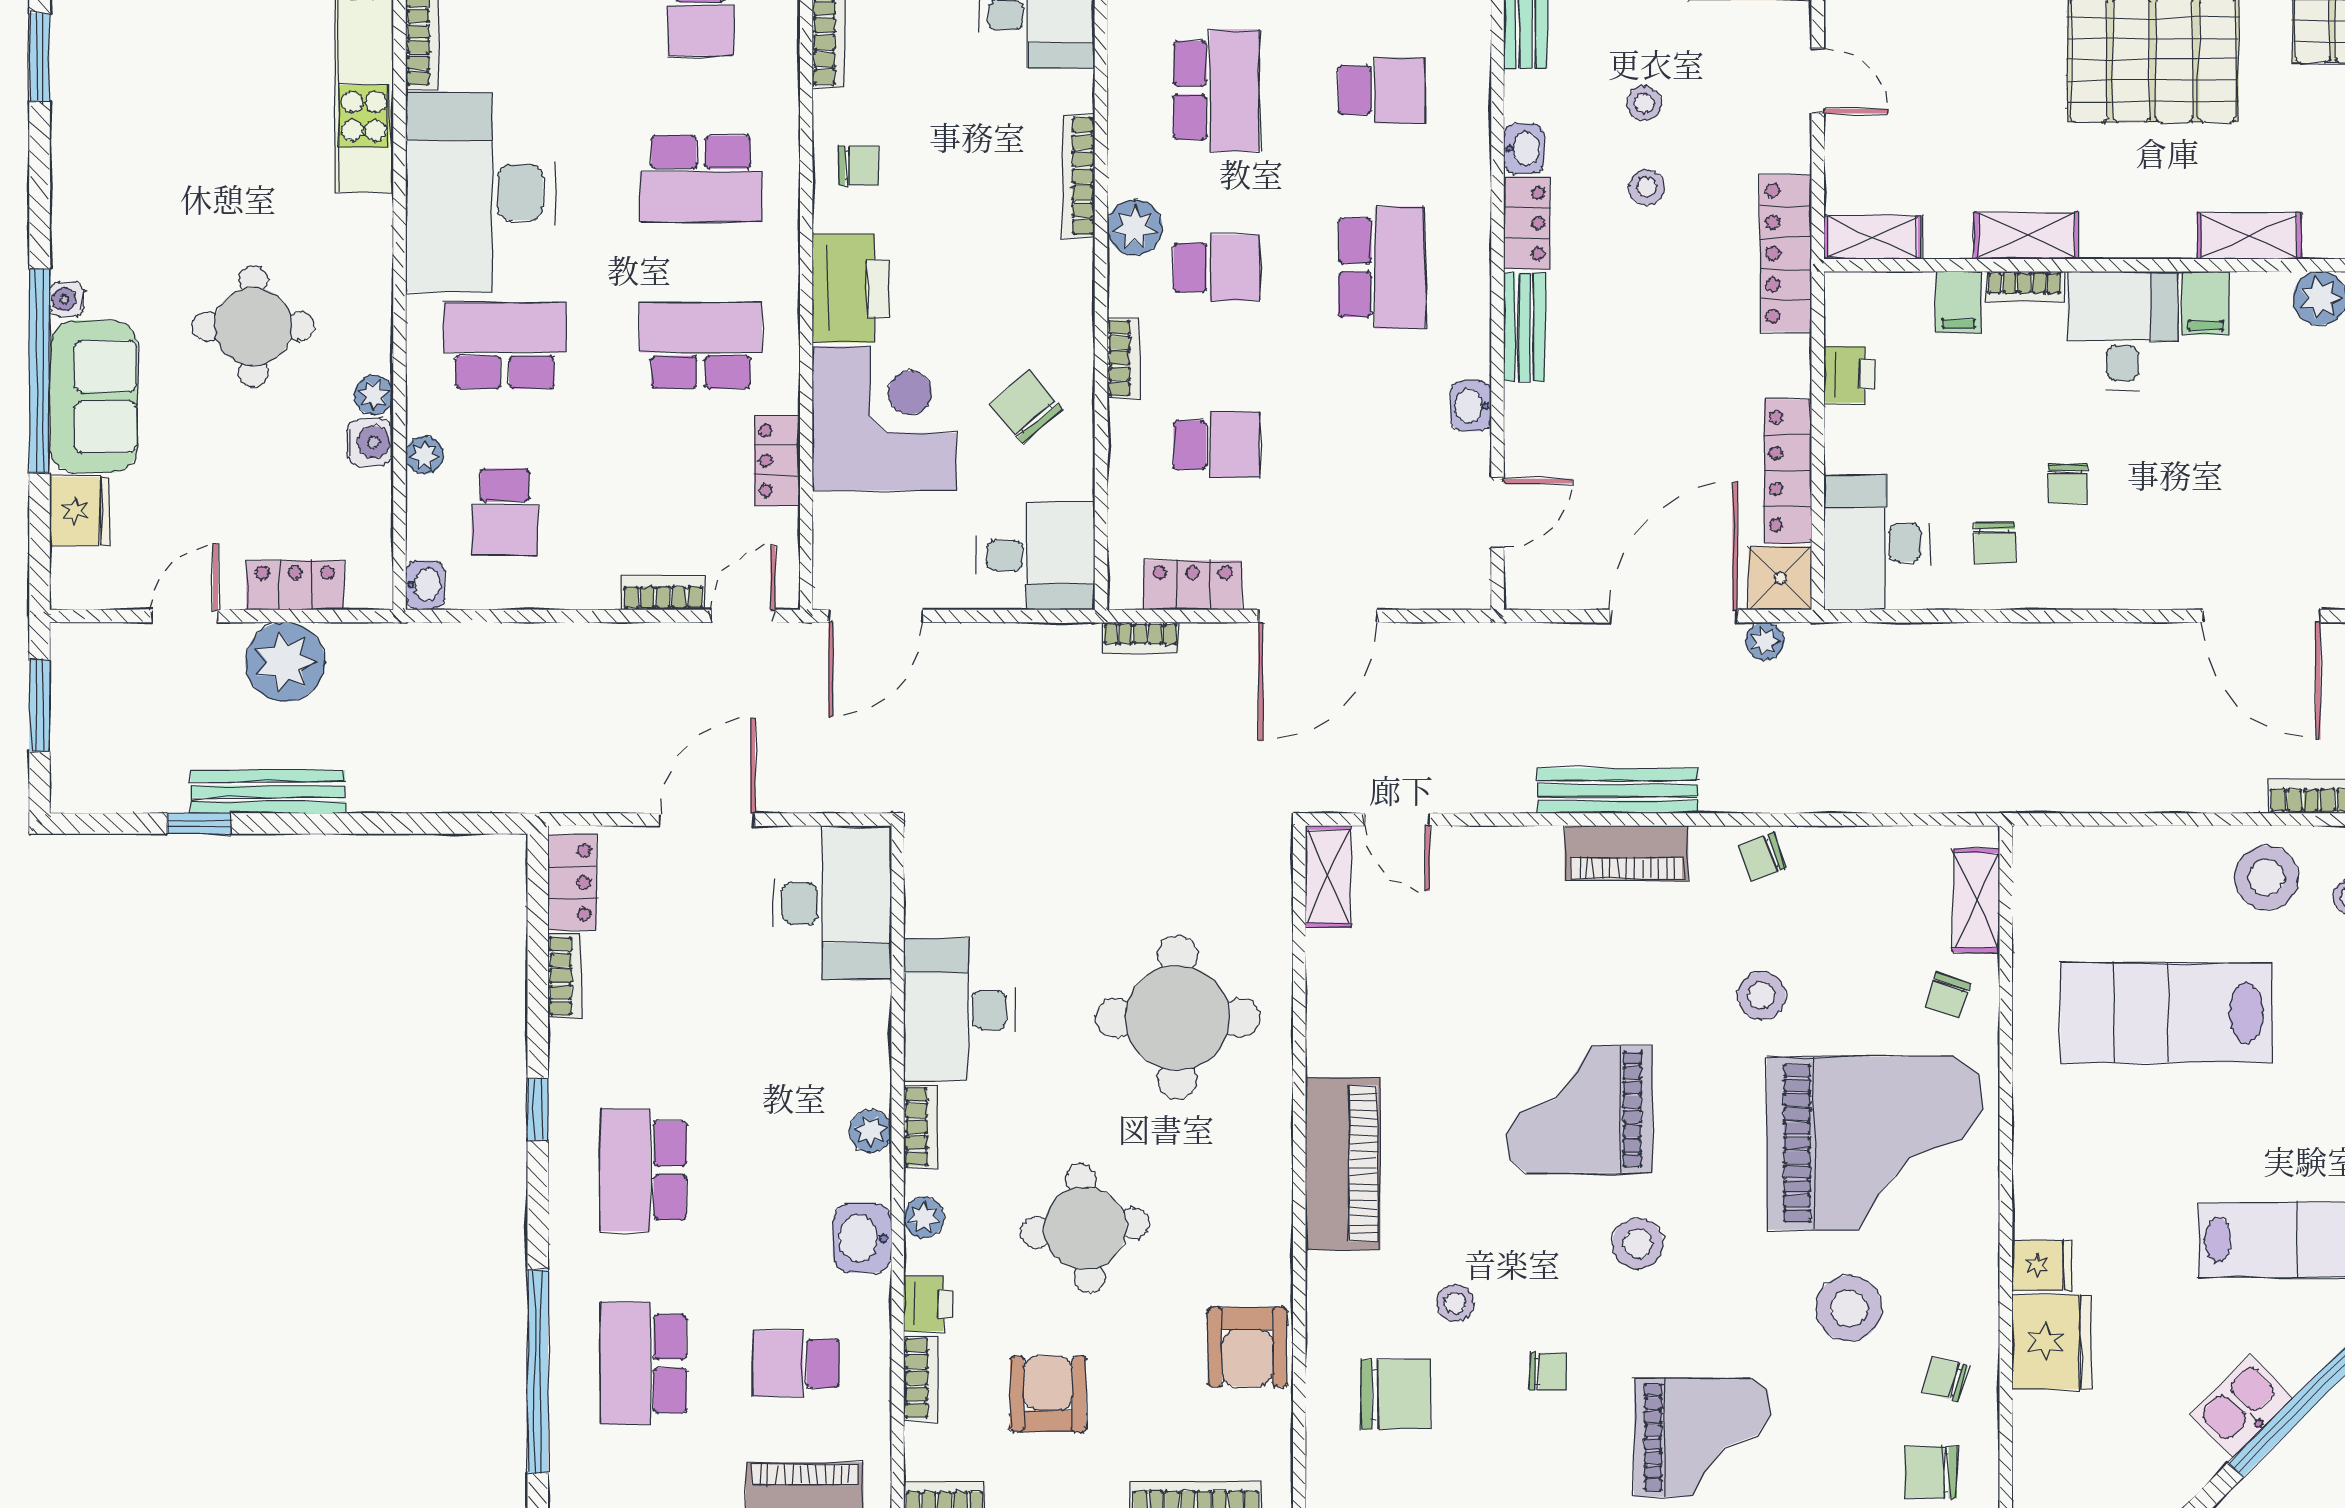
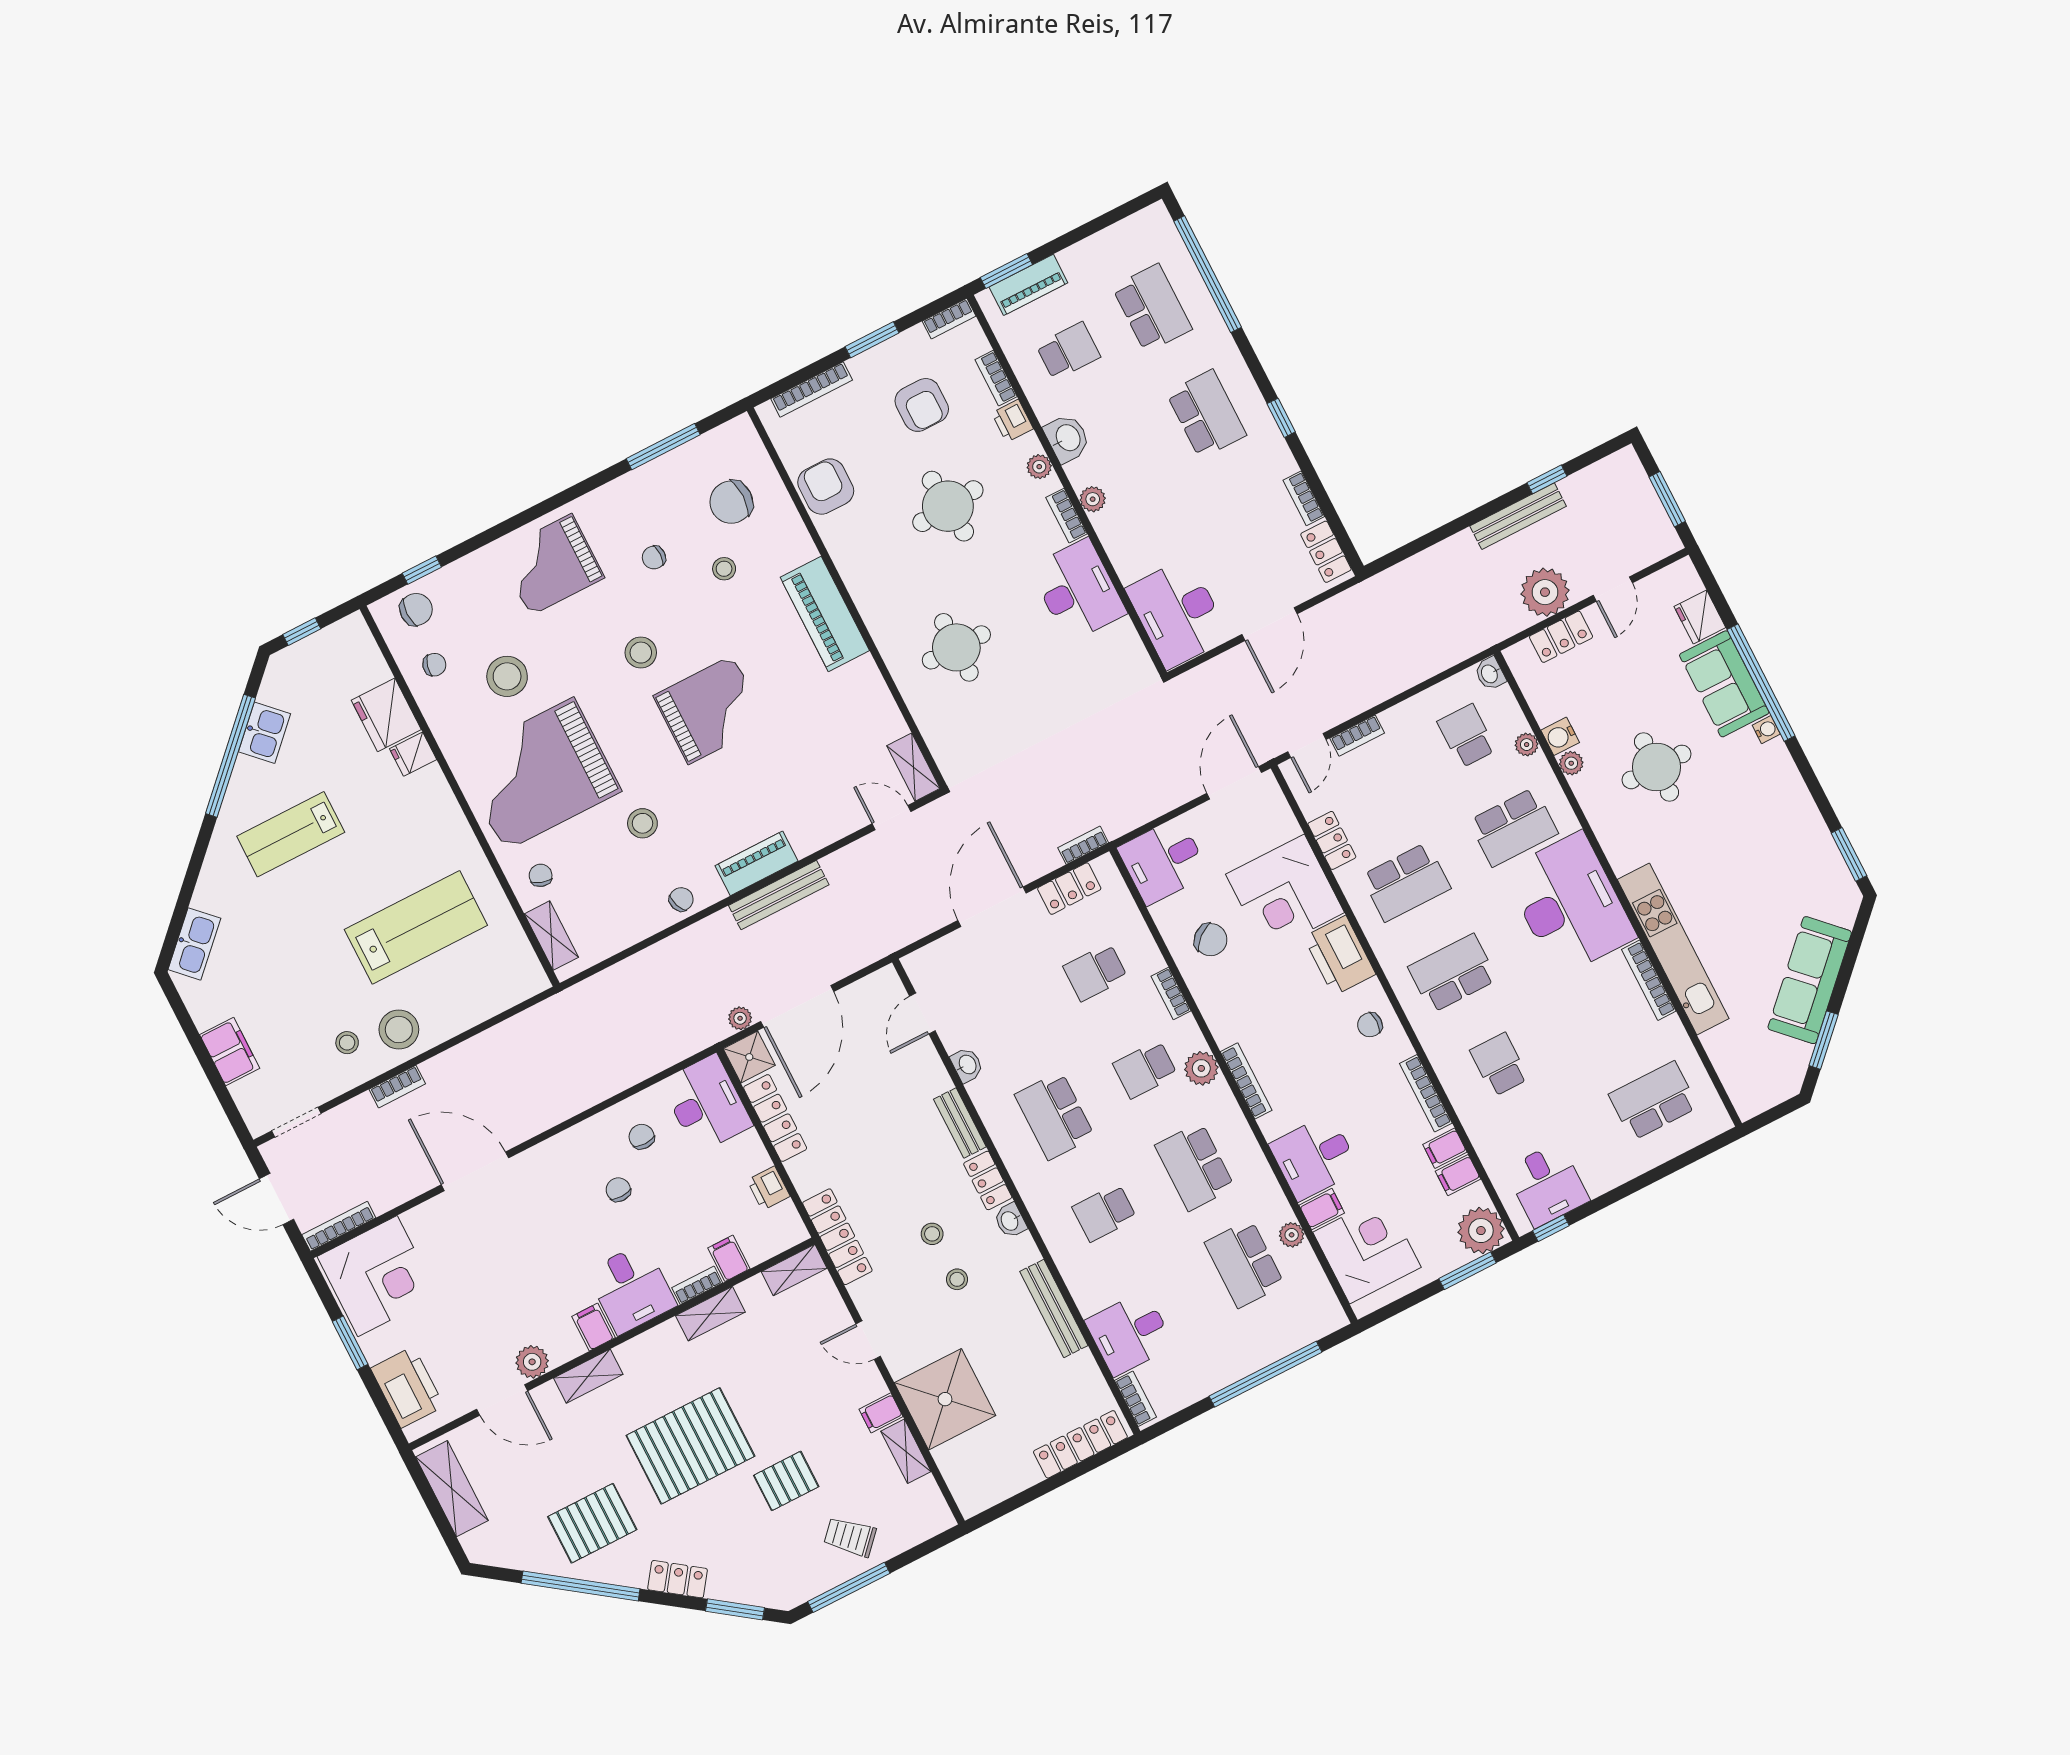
round table: (1177, 1018) -> (956, 647), width x0.73, depth x0.73

